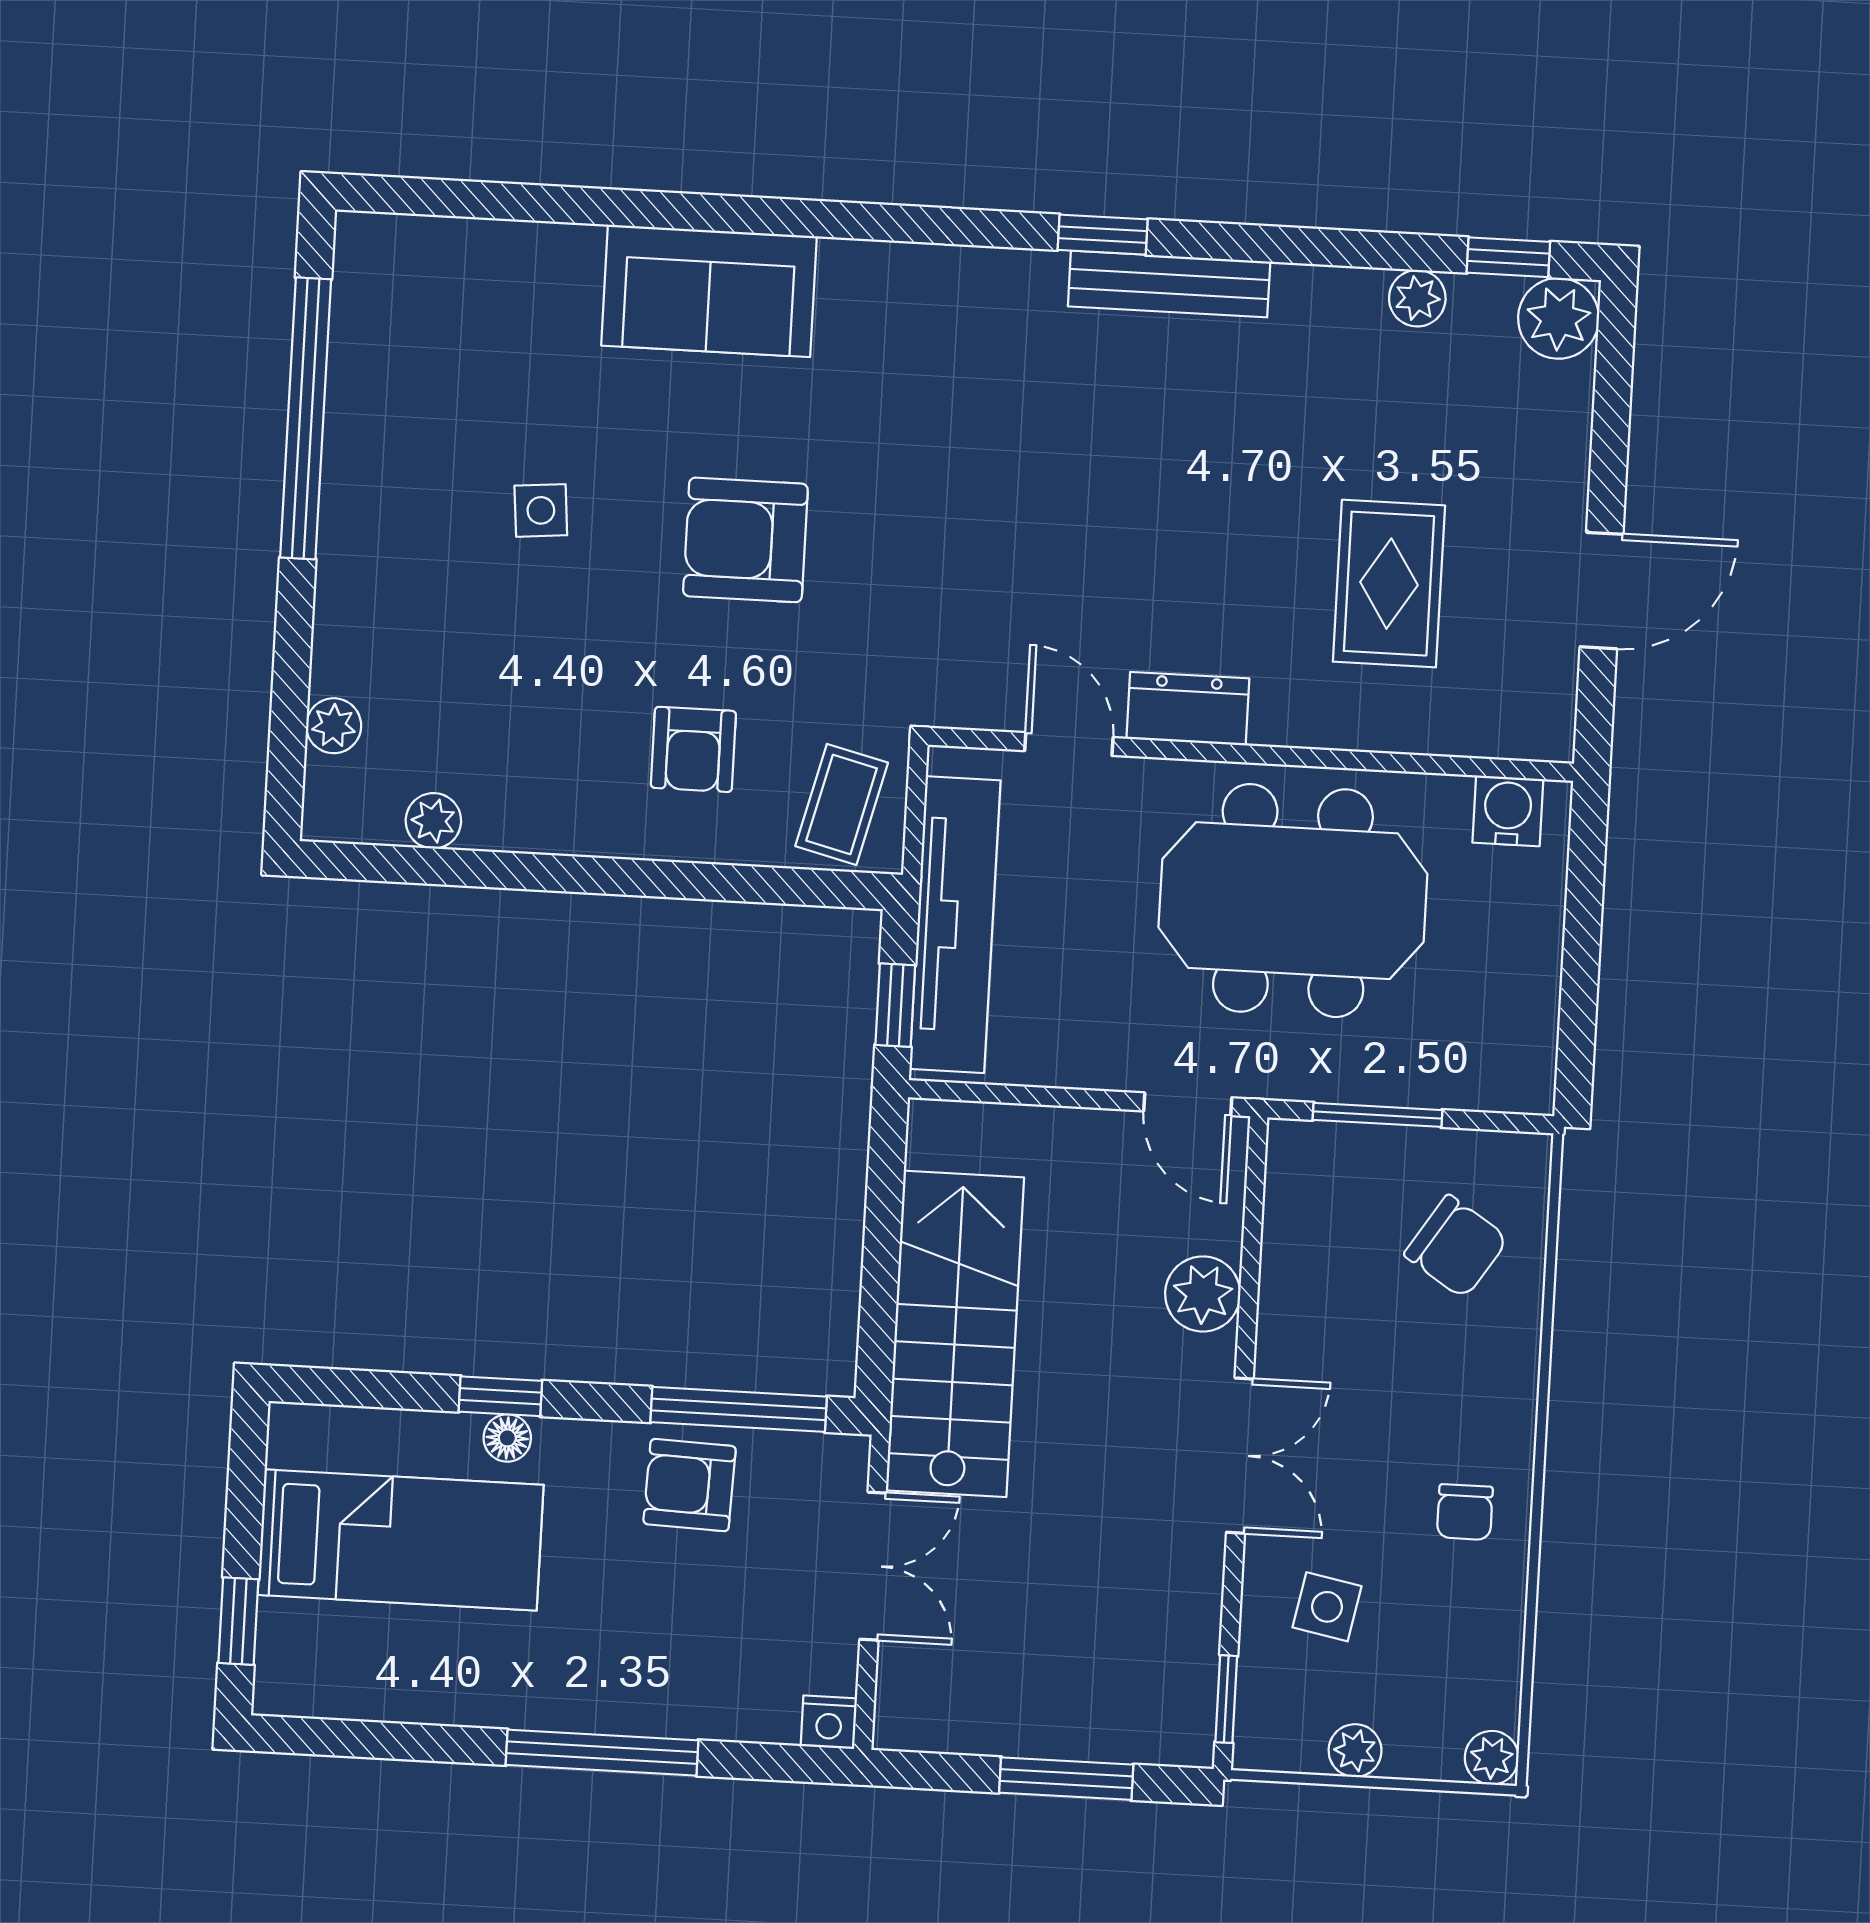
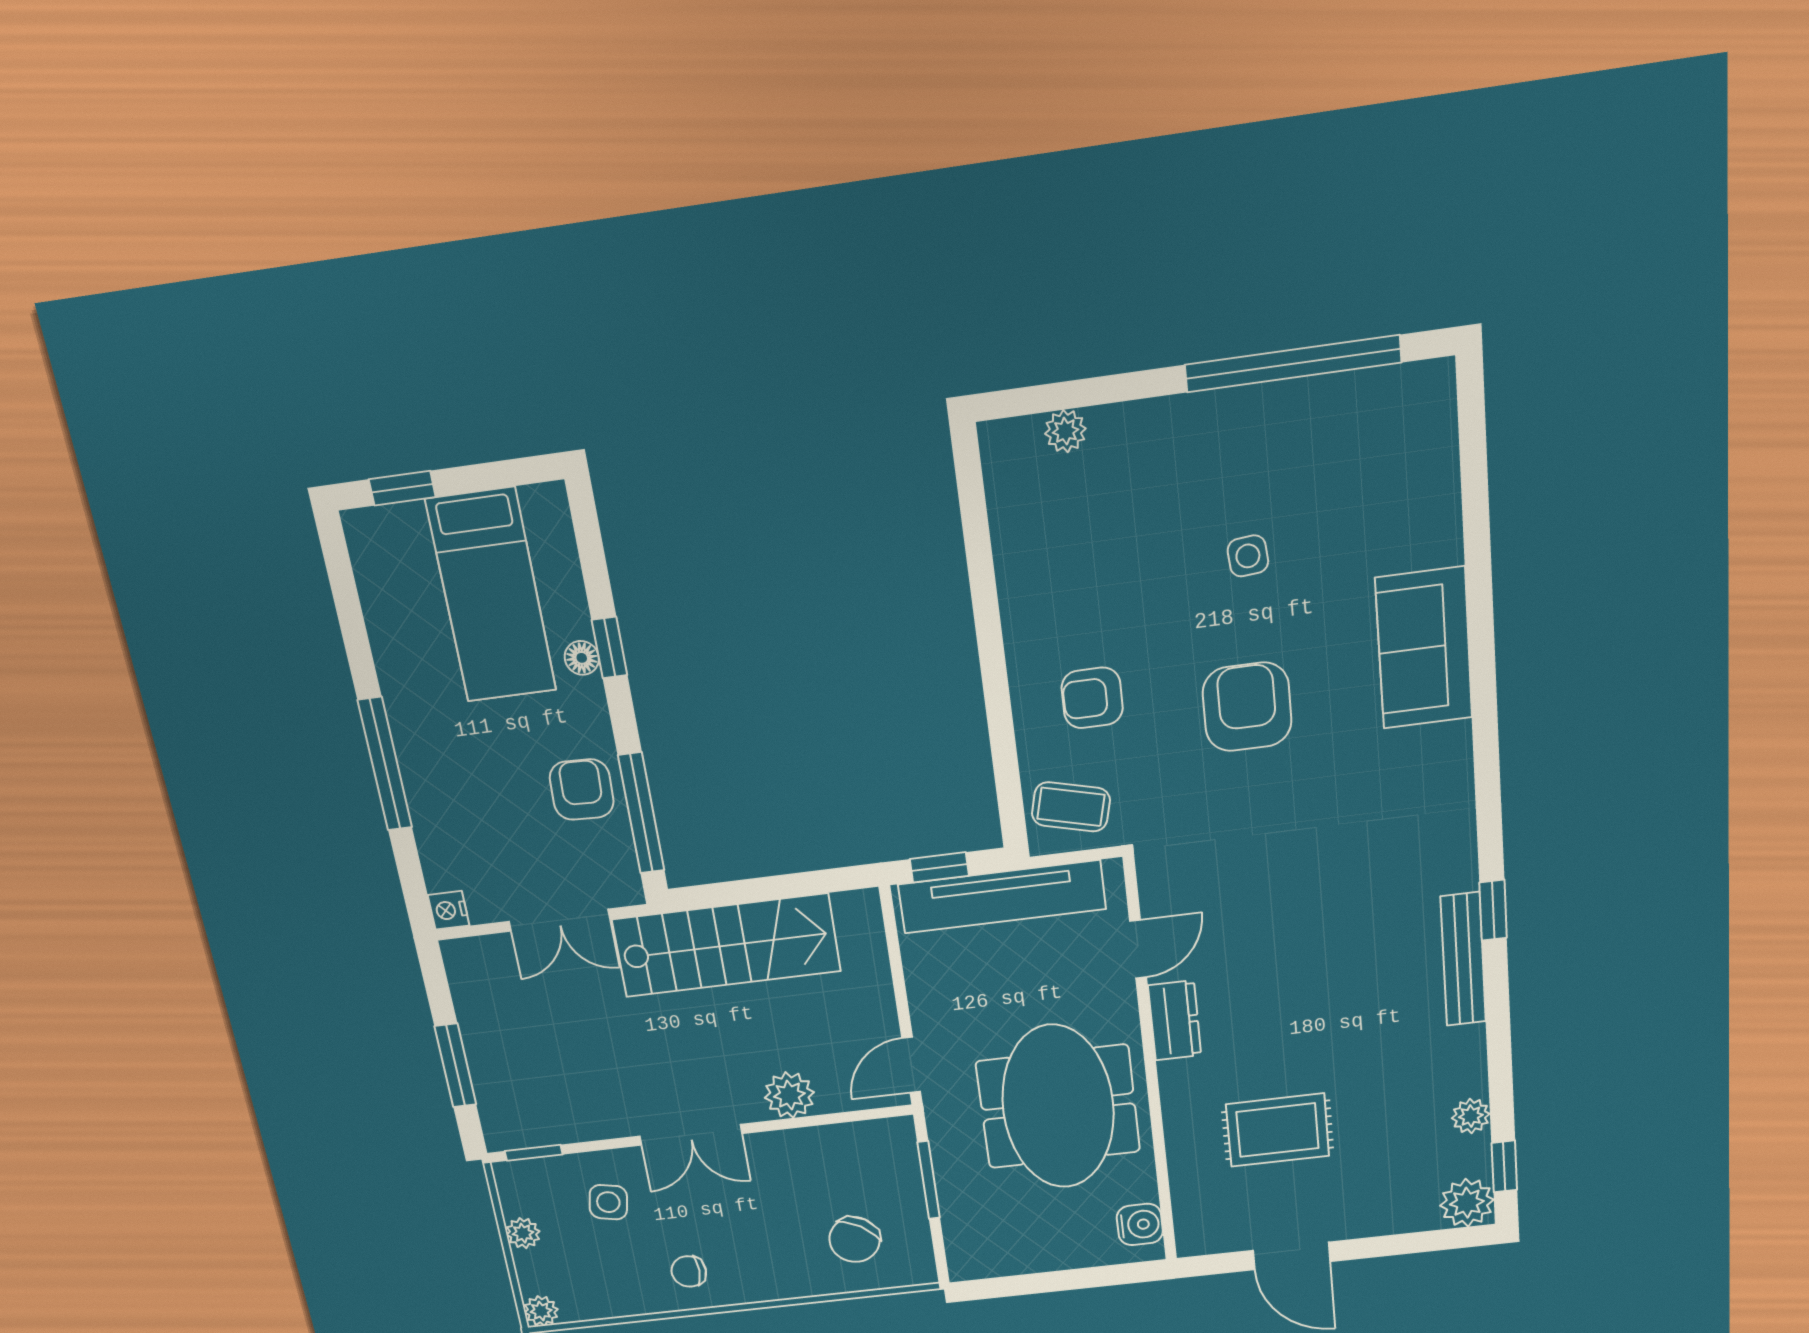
plant: (433, 821) -> (1008, 520), removed

